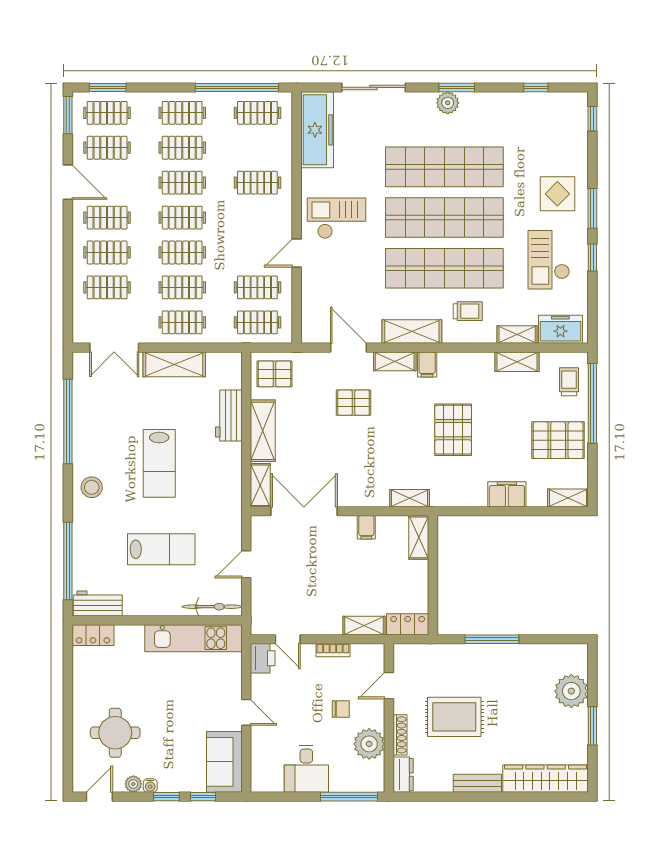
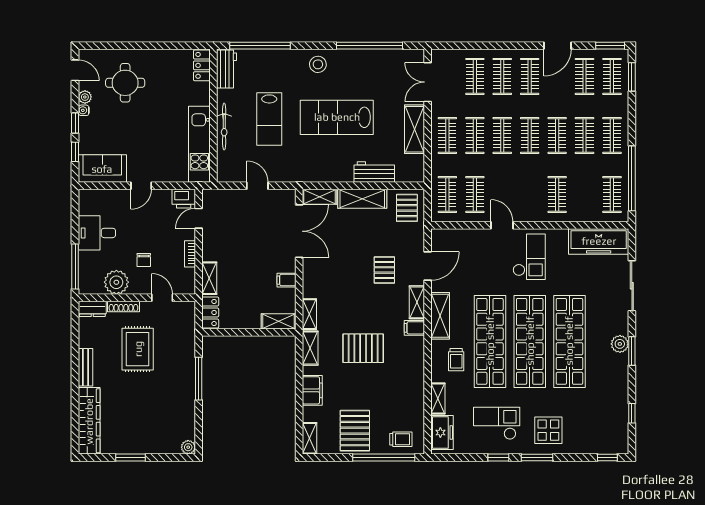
shelving: (517, 362) -> (310, 348), moved
lab bench: (159, 463) -> (337, 117), width x1.36, depth x1.39
bicycle: (212, 607) -> (224, 127), moved
plant: (571, 691) -> (188, 447), moved, width x0.53, depth x0.53

